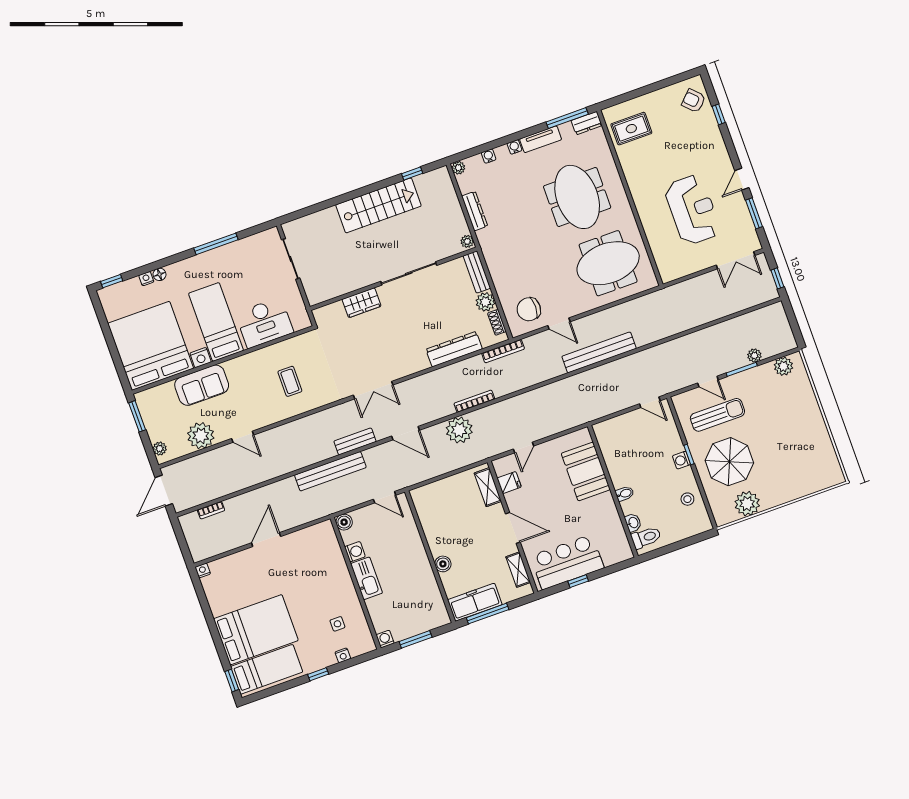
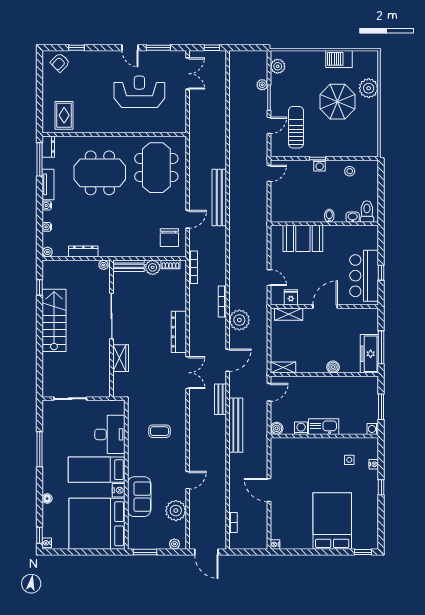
nightstand: (146, 279) -> (47, 543), moved
dresser: (454, 349) -> (179, 332), moved
barbecue: (819, 438) -> (339, 59), added
parasol: (729, 462) -> (337, 102), moved
plant: (747, 504) -> (369, 88), moved
shelving: (518, 570) -> (283, 368), moved
bed: (267, 669) -> (364, 524), removed

